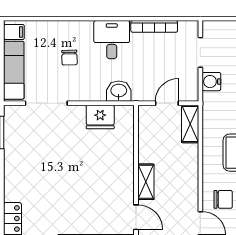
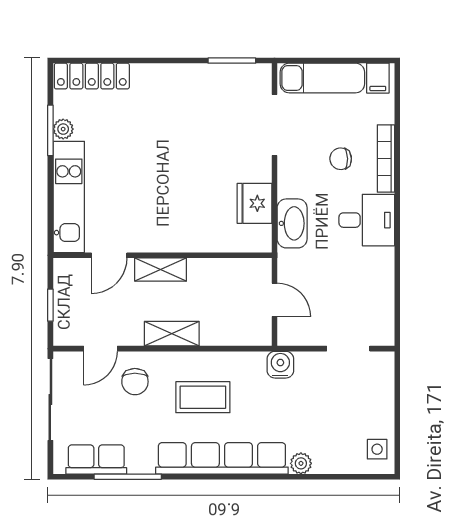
bookcase: (154, 26) -> (386, 158), moved
water cooler: (211, 82) -> (280, 365), moved
washbasin: (119, 91) -> (292, 223), width x1.38
shelving: (190, 124) -> (172, 334), moved

